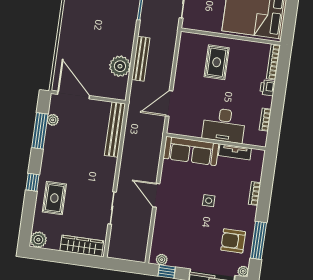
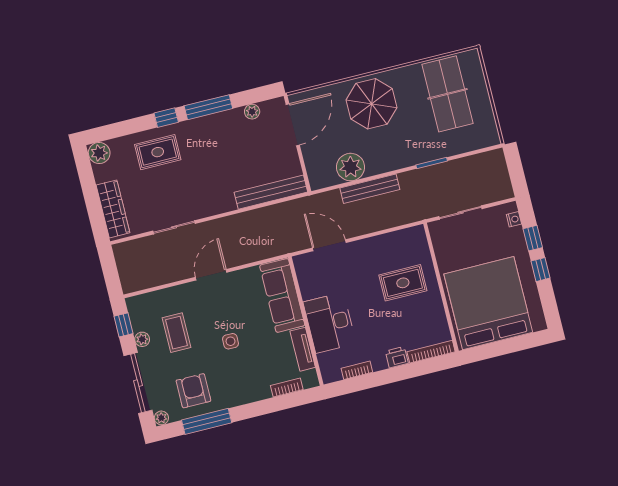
parasol: (81, 33) -> (371, 104), added
window: (40, 131) -> (208, 107), moved
bookcase: (255, 193) -> (287, 388), moved
coffee table: (187, 236) -> (176, 333), added
plant: (162, 260) -> (142, 339), moved

